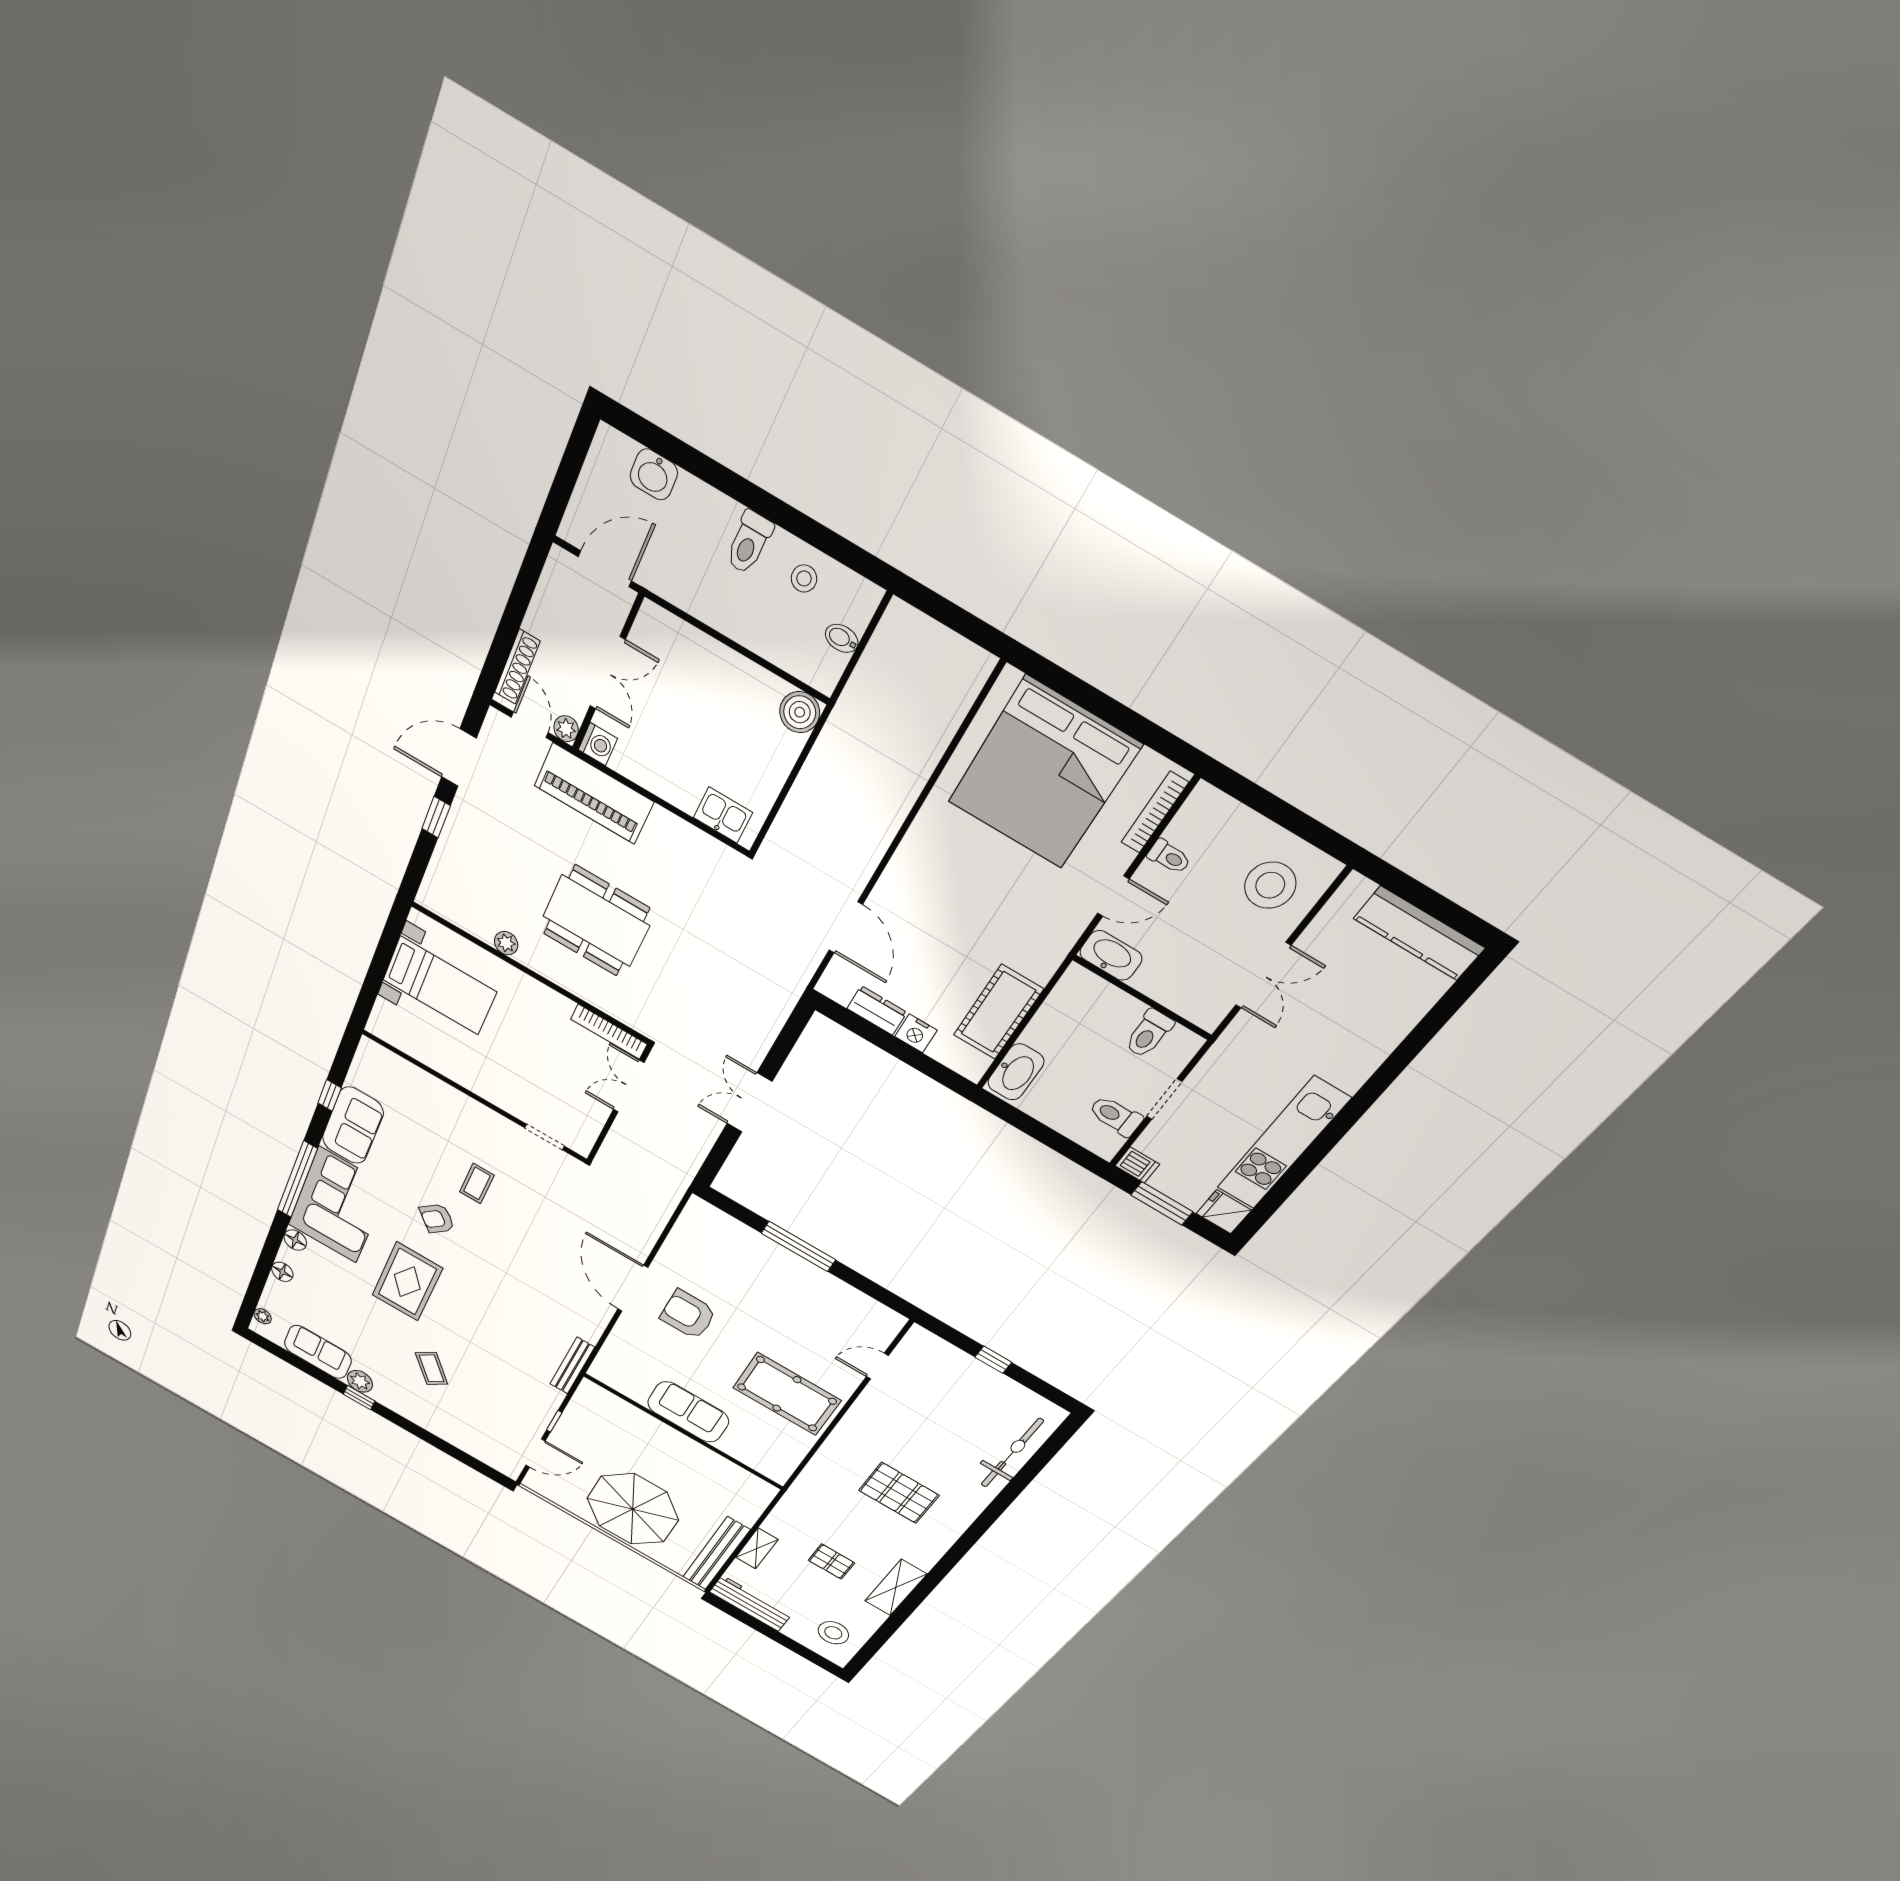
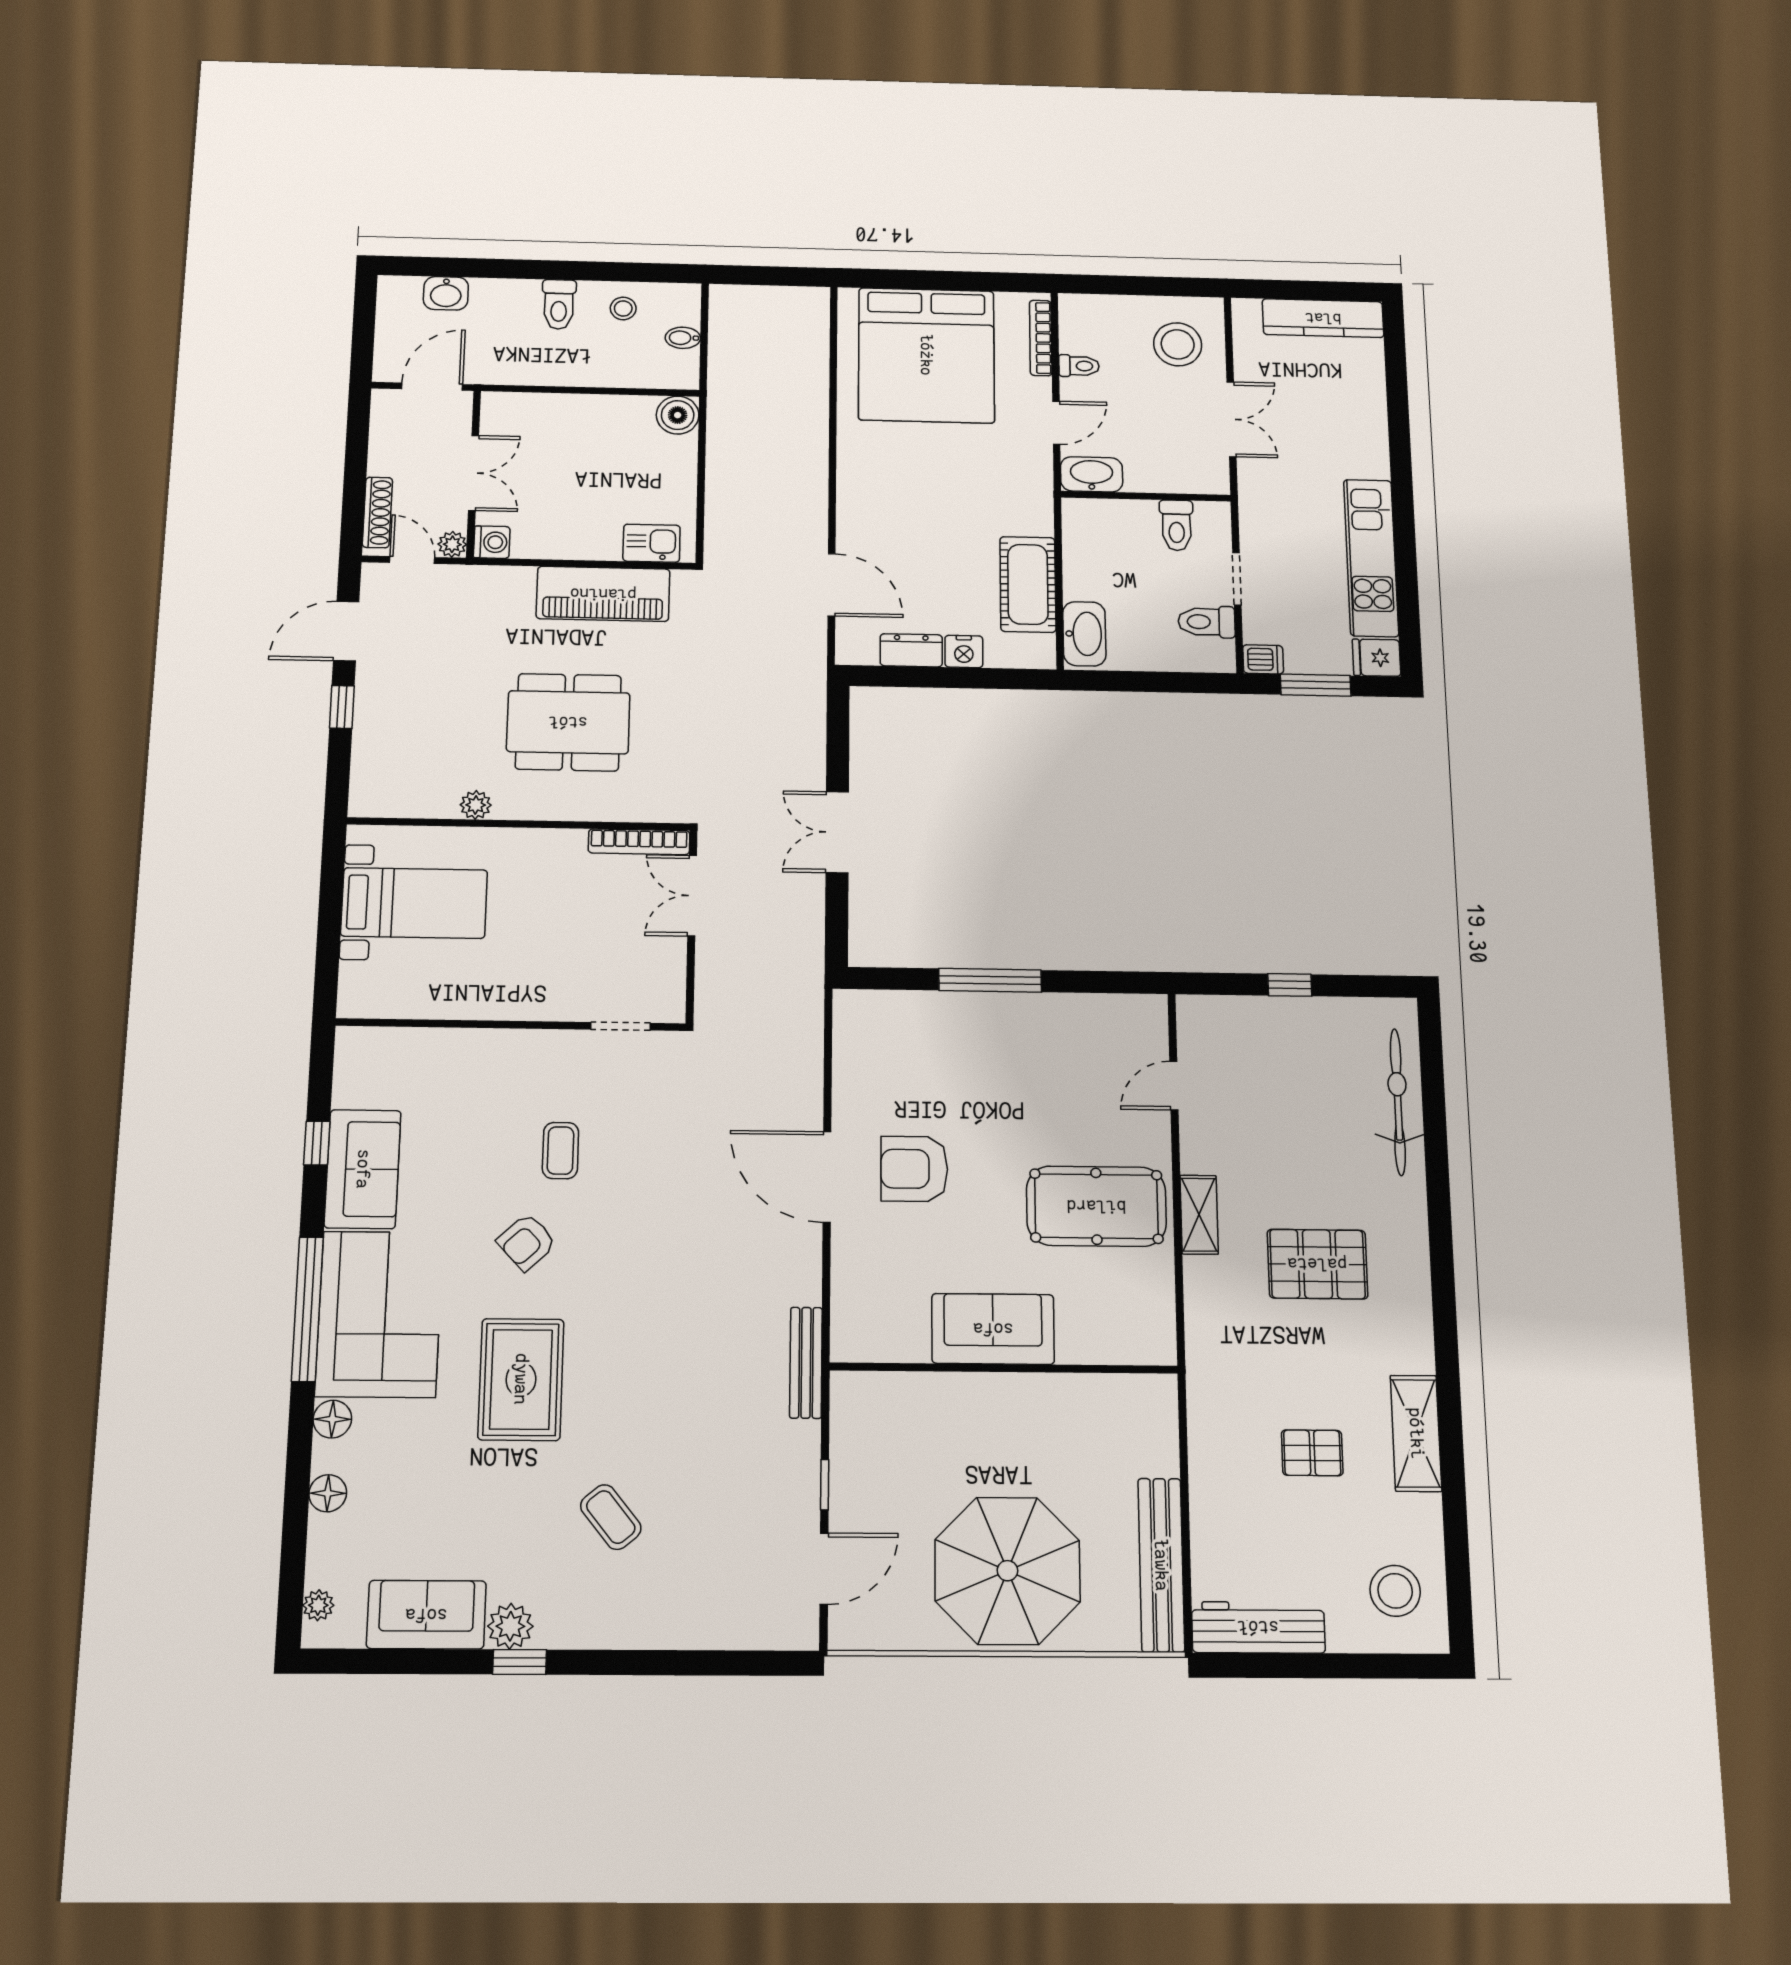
piano: (594, 794) -> (603, 594), moved
shelving: (757, 1548) -> (1199, 1215), moved

